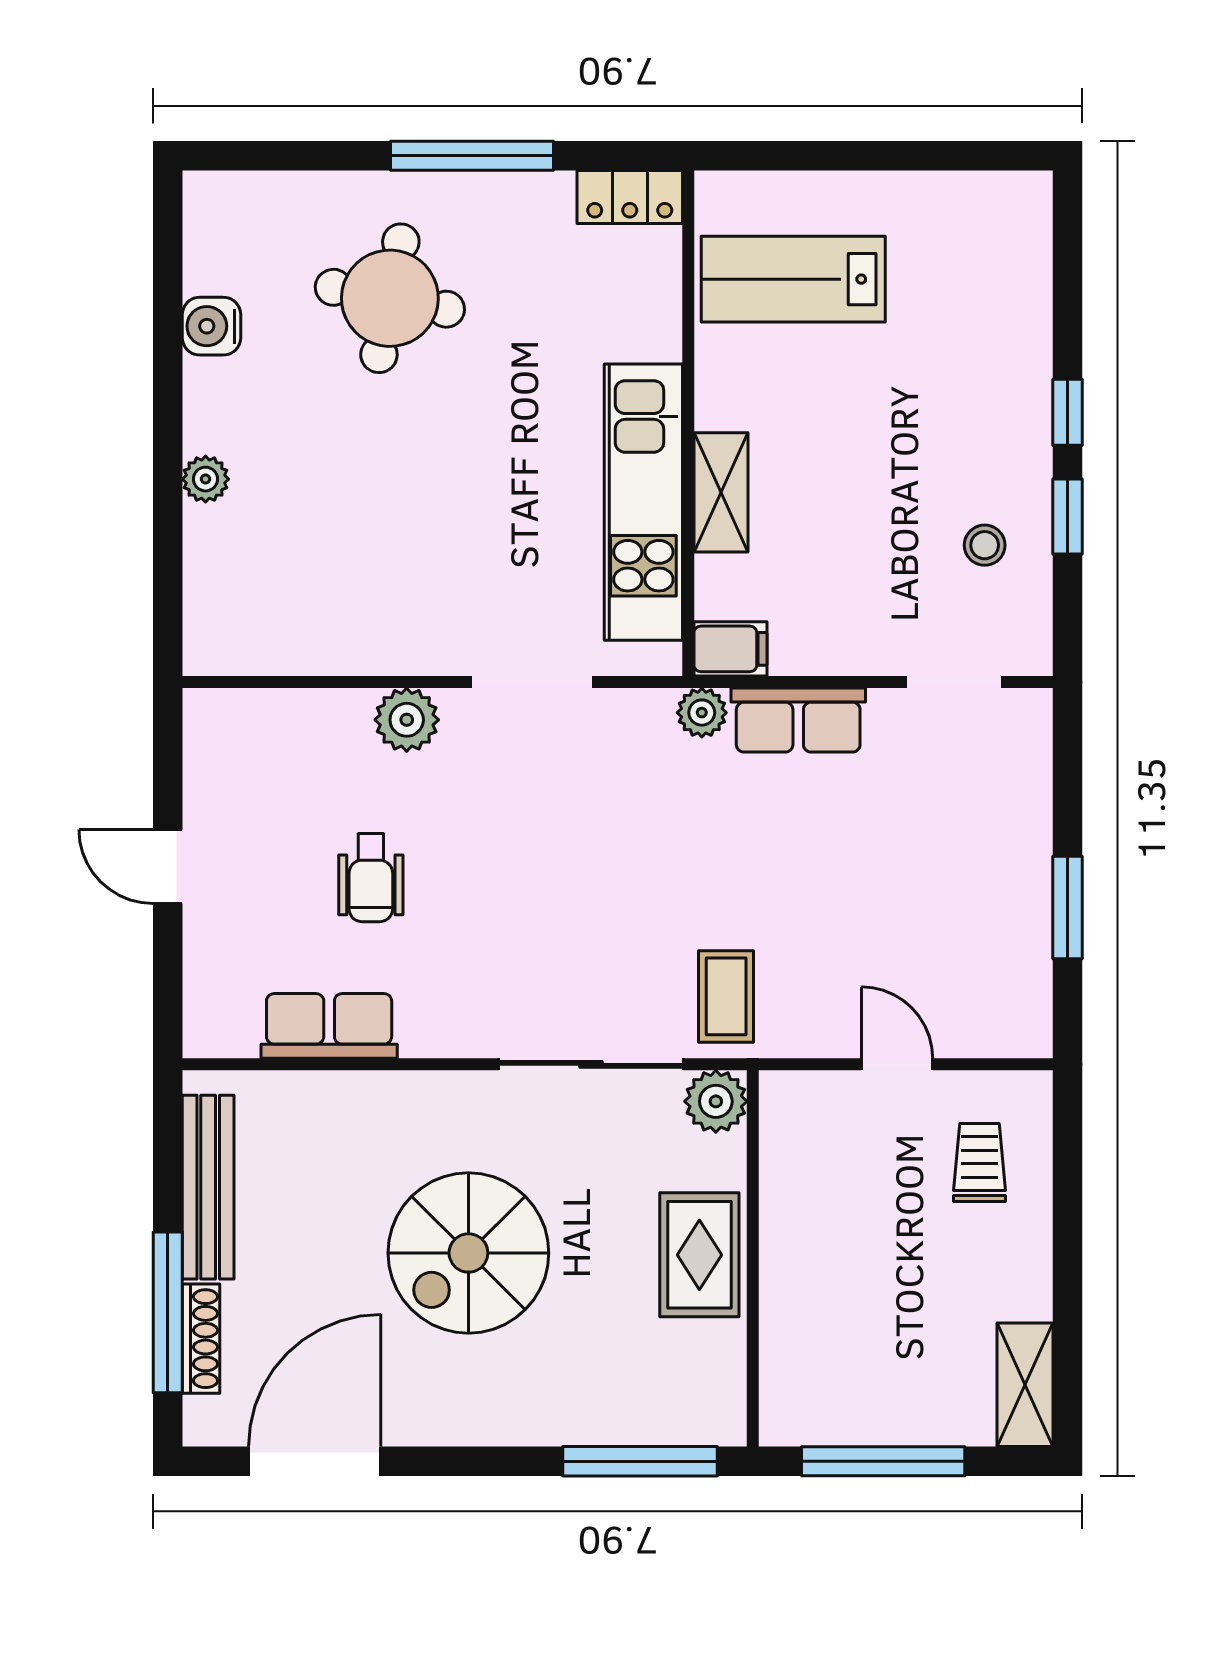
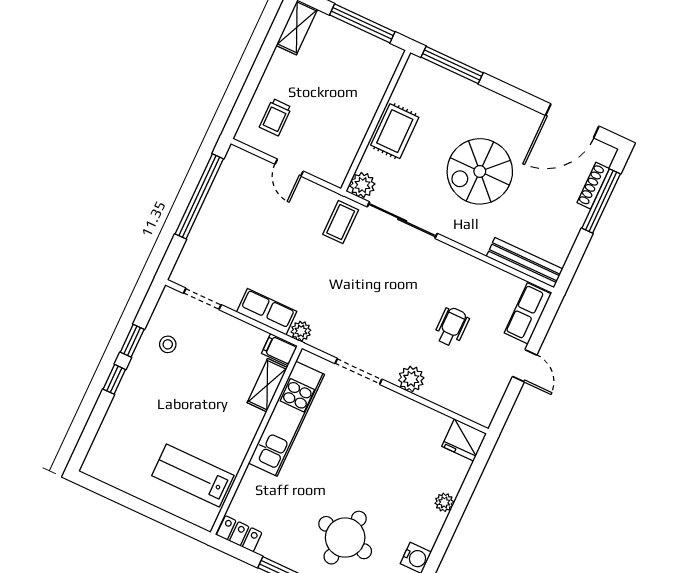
lab bench: (793, 279) -> (193, 475), turned 180
shelving: (721, 492) -> (267, 385), moved
fridge: (226, 639) -> (464, 440), added
window: (1067, 907) -> (199, 196), width x2.11
row of seats: (329, 1026) -> (528, 313), moved, turned 90
bench: (208, 1187) -> (525, 263), moved, turned 90
spiral stairs: (468, 1253) -> (480, 171), turned 180

